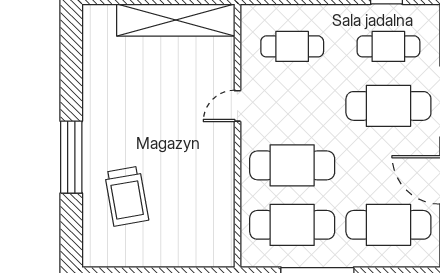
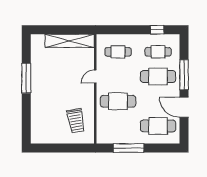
window: (71, 157) -> (26, 78), moved
trolley: (127, 196) -> (76, 121), moved
cafe table: (292, 225) -> (118, 126), removed

